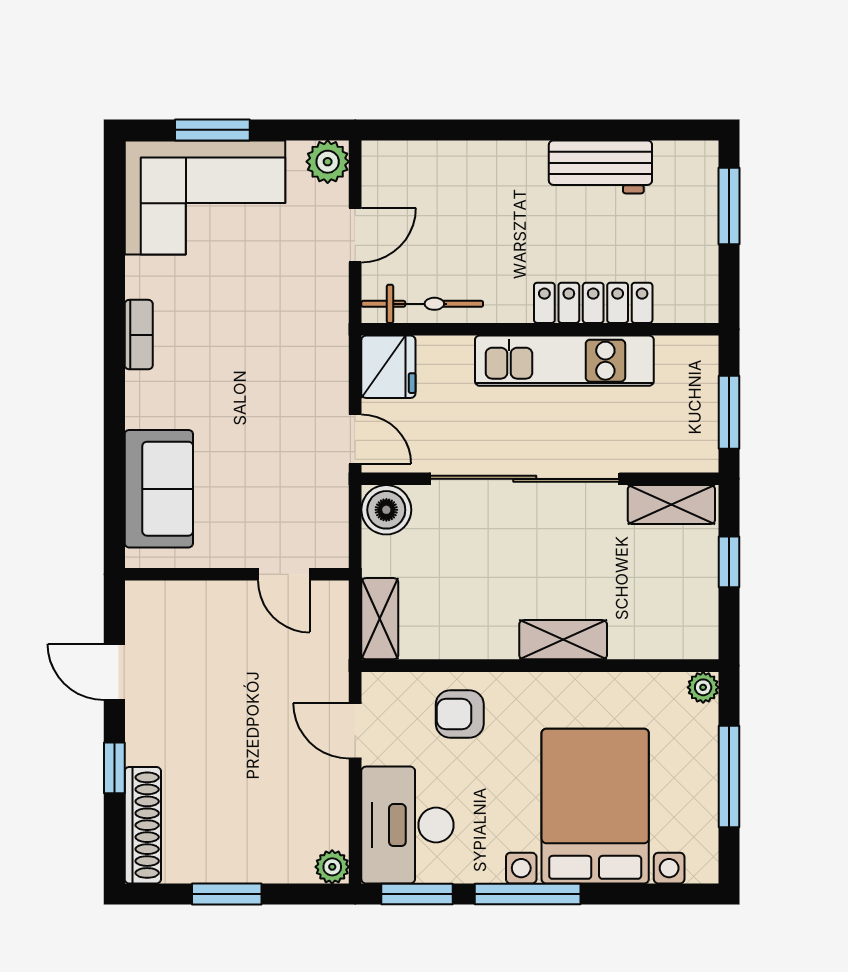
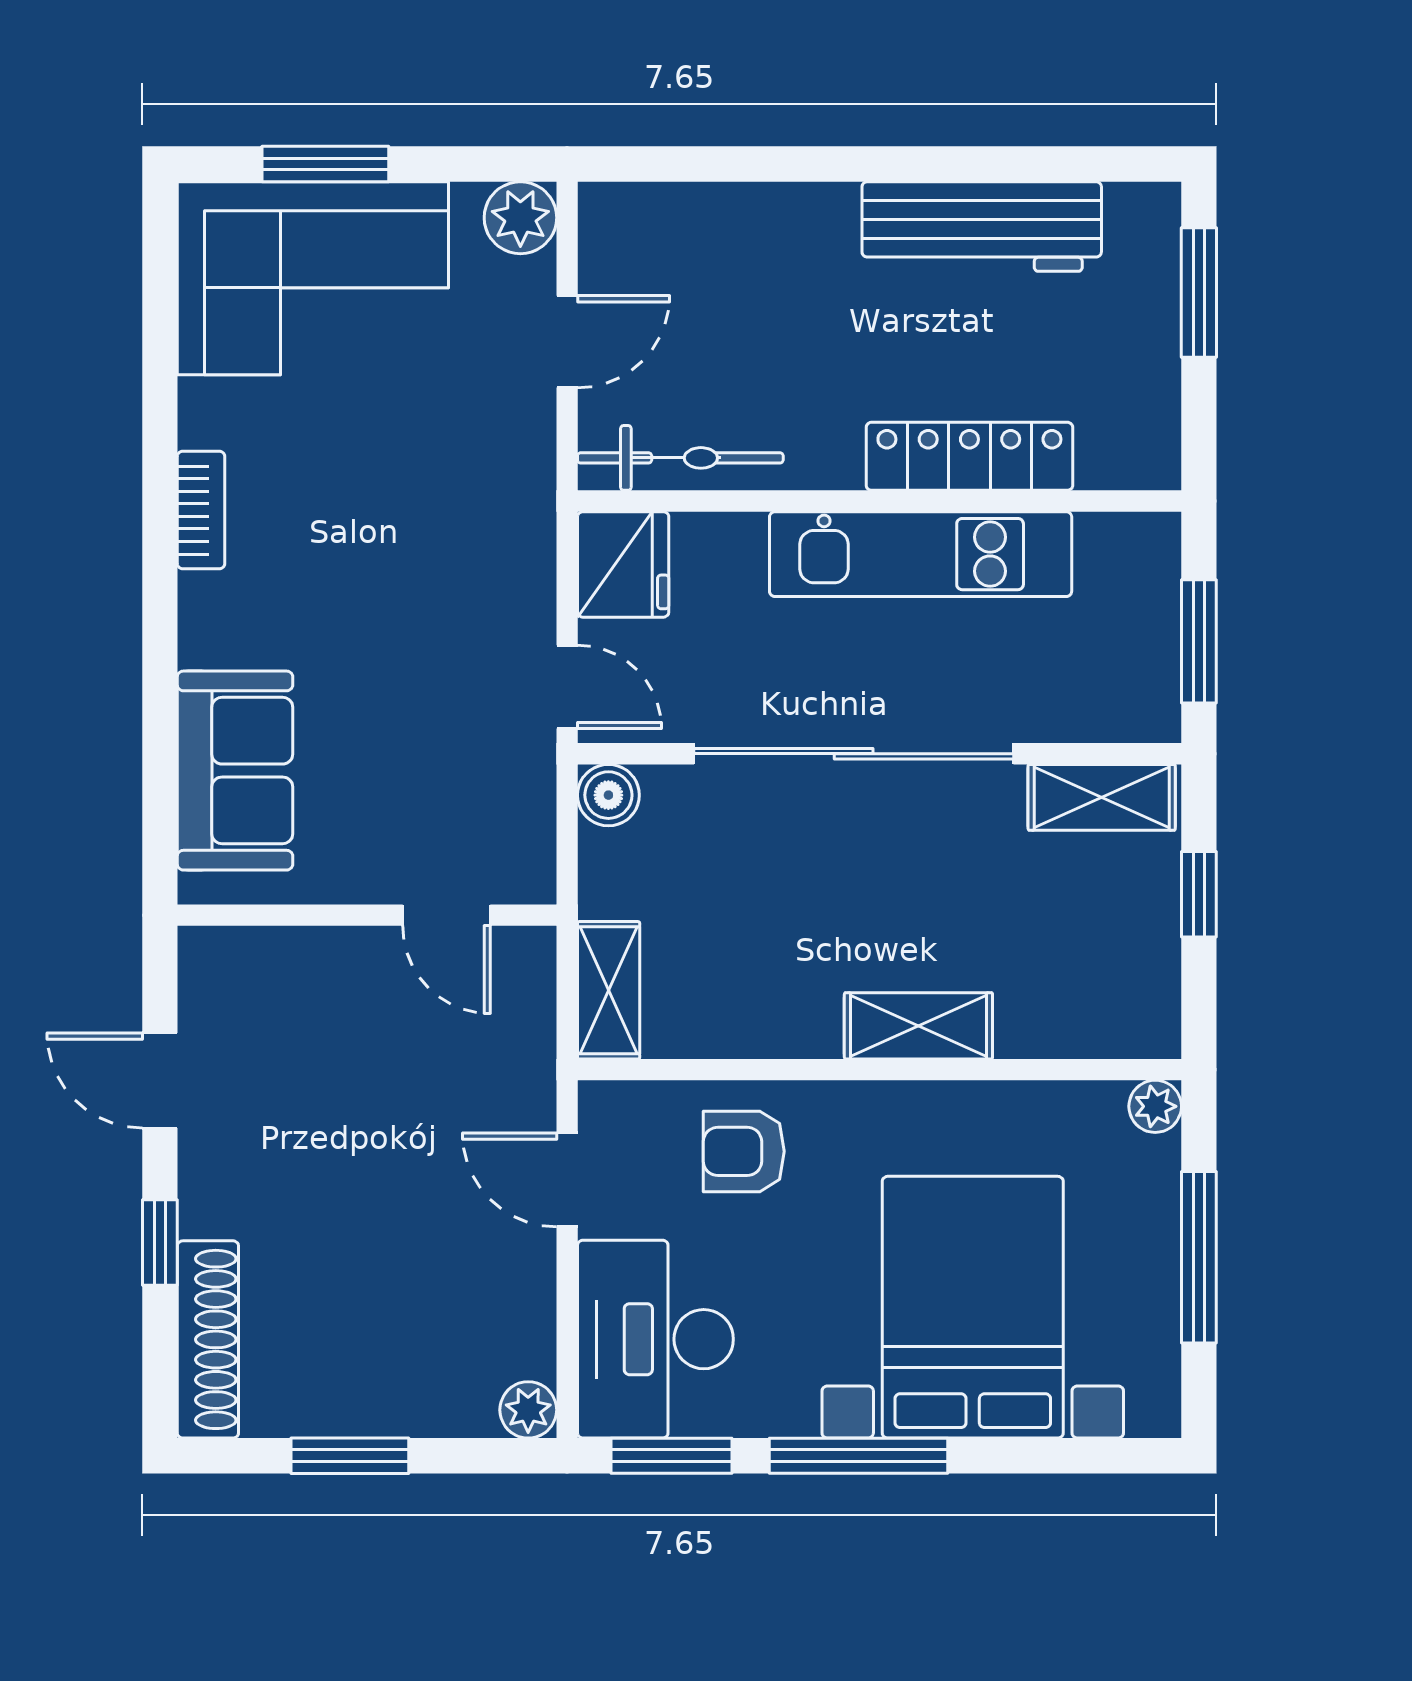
workbench: (600, 167) -> (982, 227), width x1.38
boiler: (386, 510) -> (608, 795), width x0.73, depth x0.73

